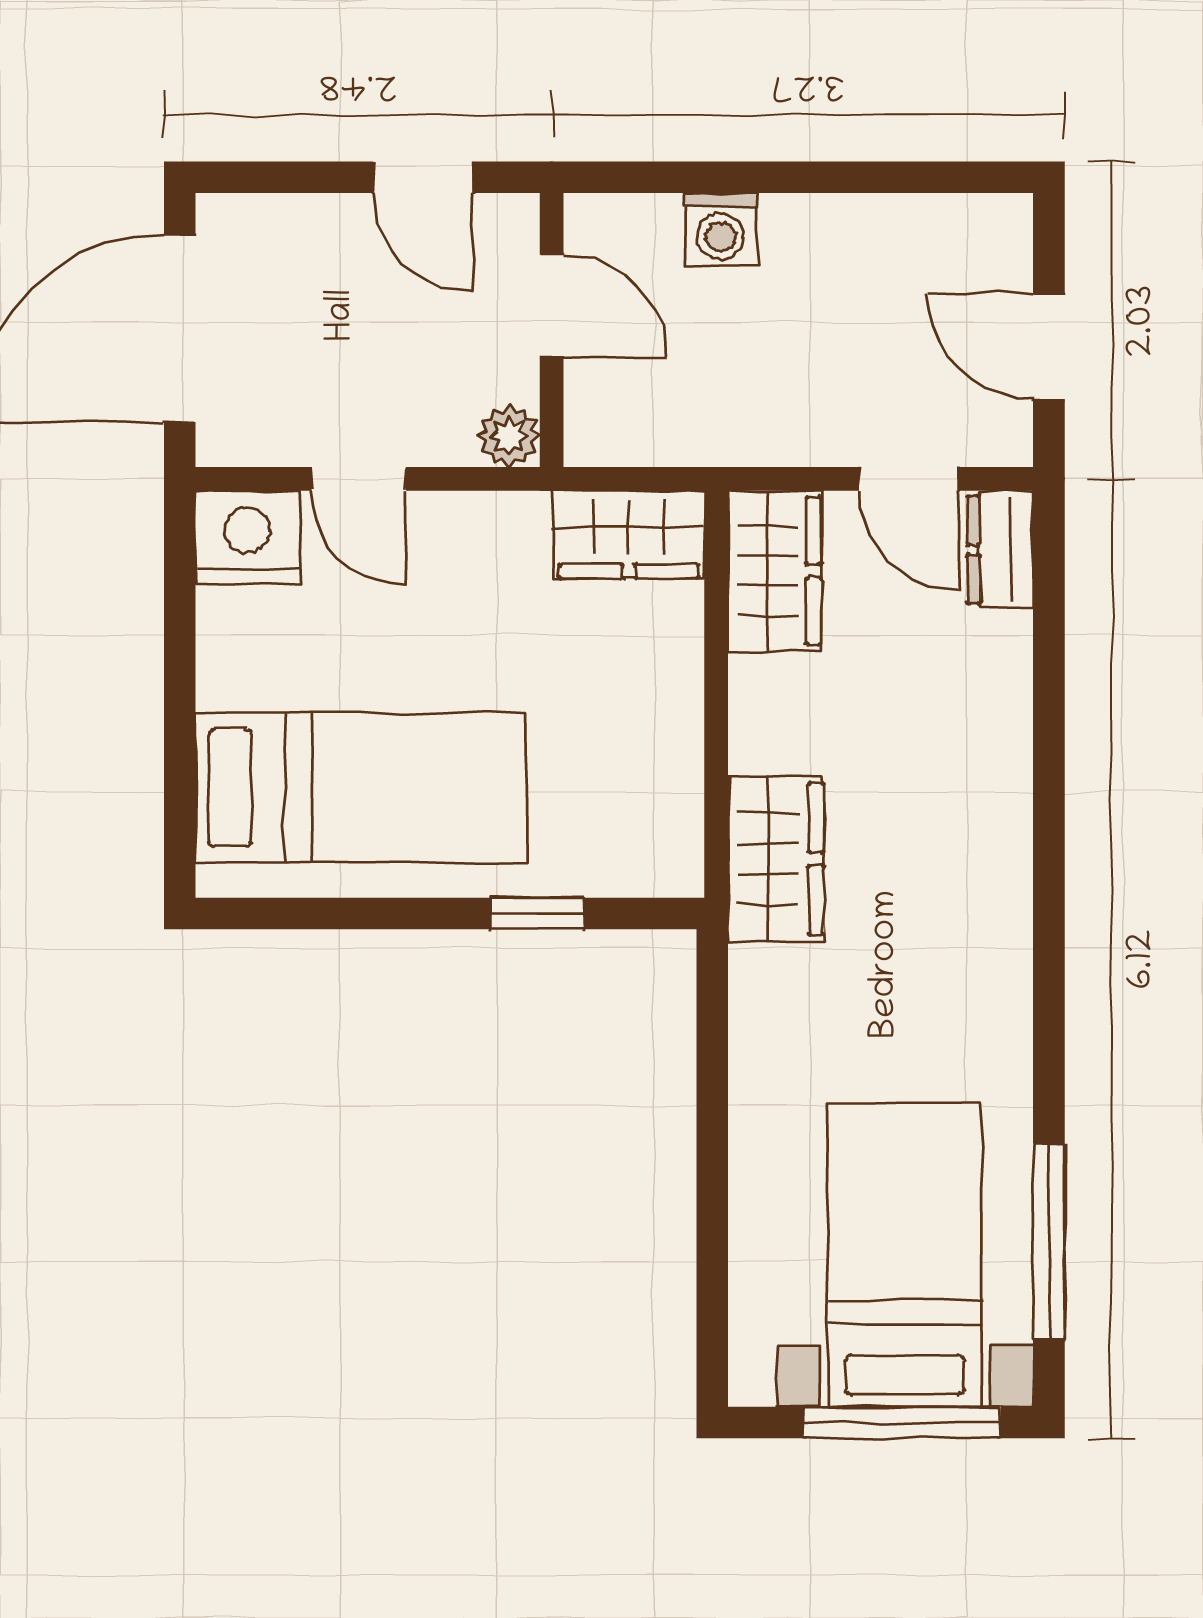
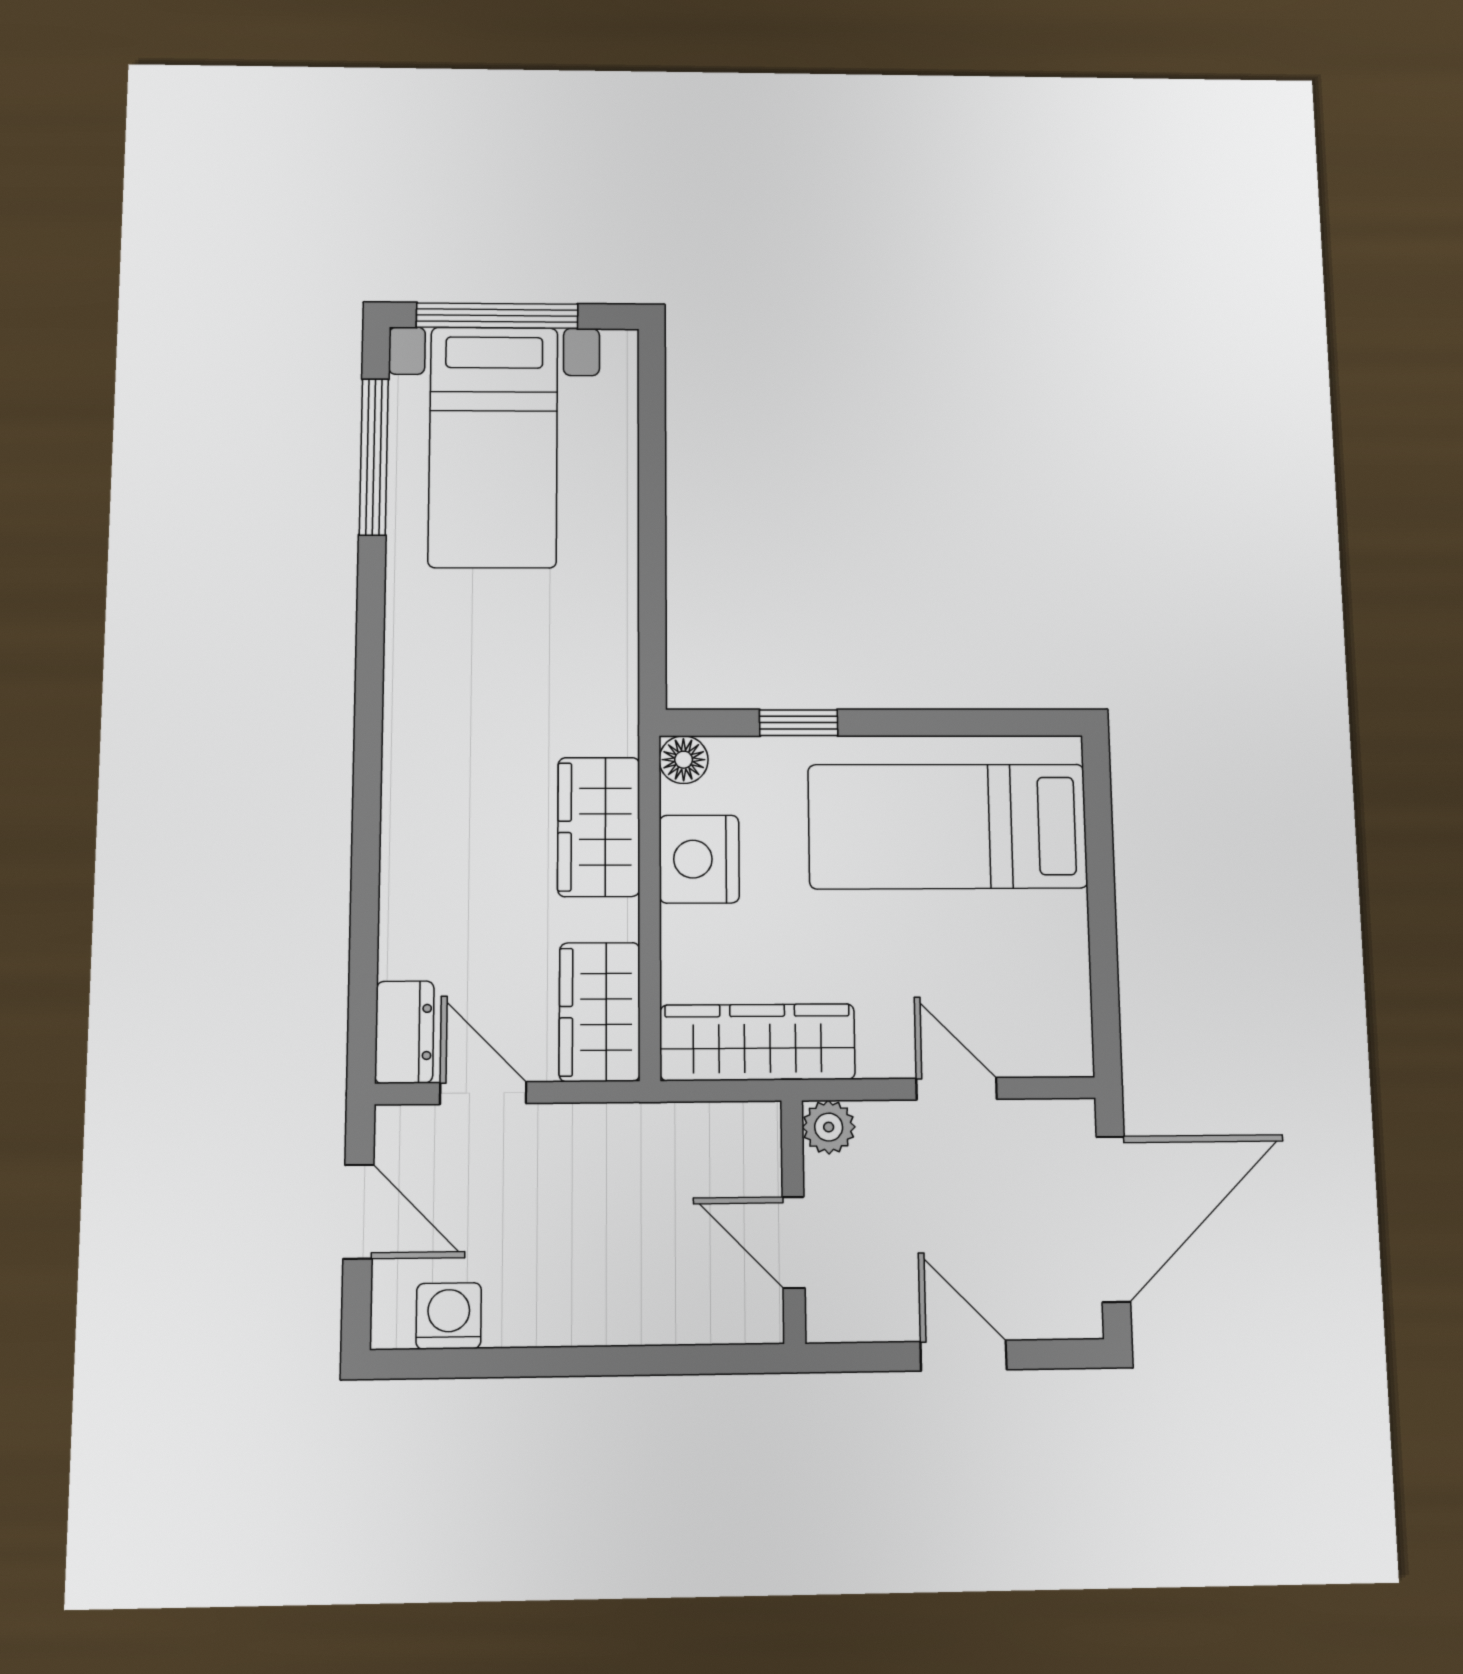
door: (423, 177) -> (964, 1356), moved
washing machine: (720, 229) -> (449, 1316), moved
wardrobe: (629, 534) -> (757, 1042), width x1.50
nightstand: (248, 537) -> (699, 859), moved, turned 90
wardrobe: (776, 859) -> (599, 827), moved
floor lamp: (675, 869) -> (684, 760), added

